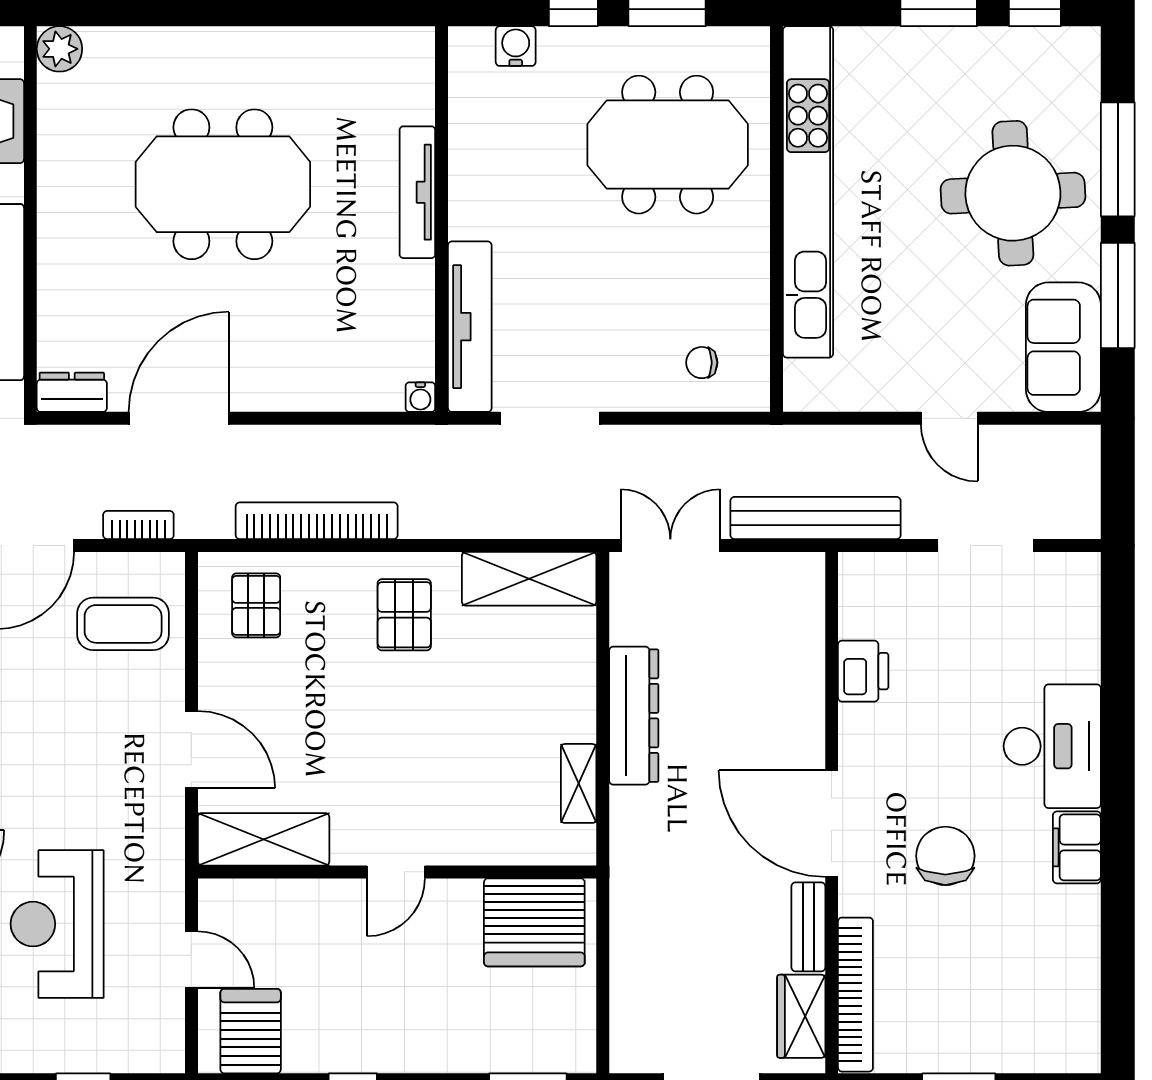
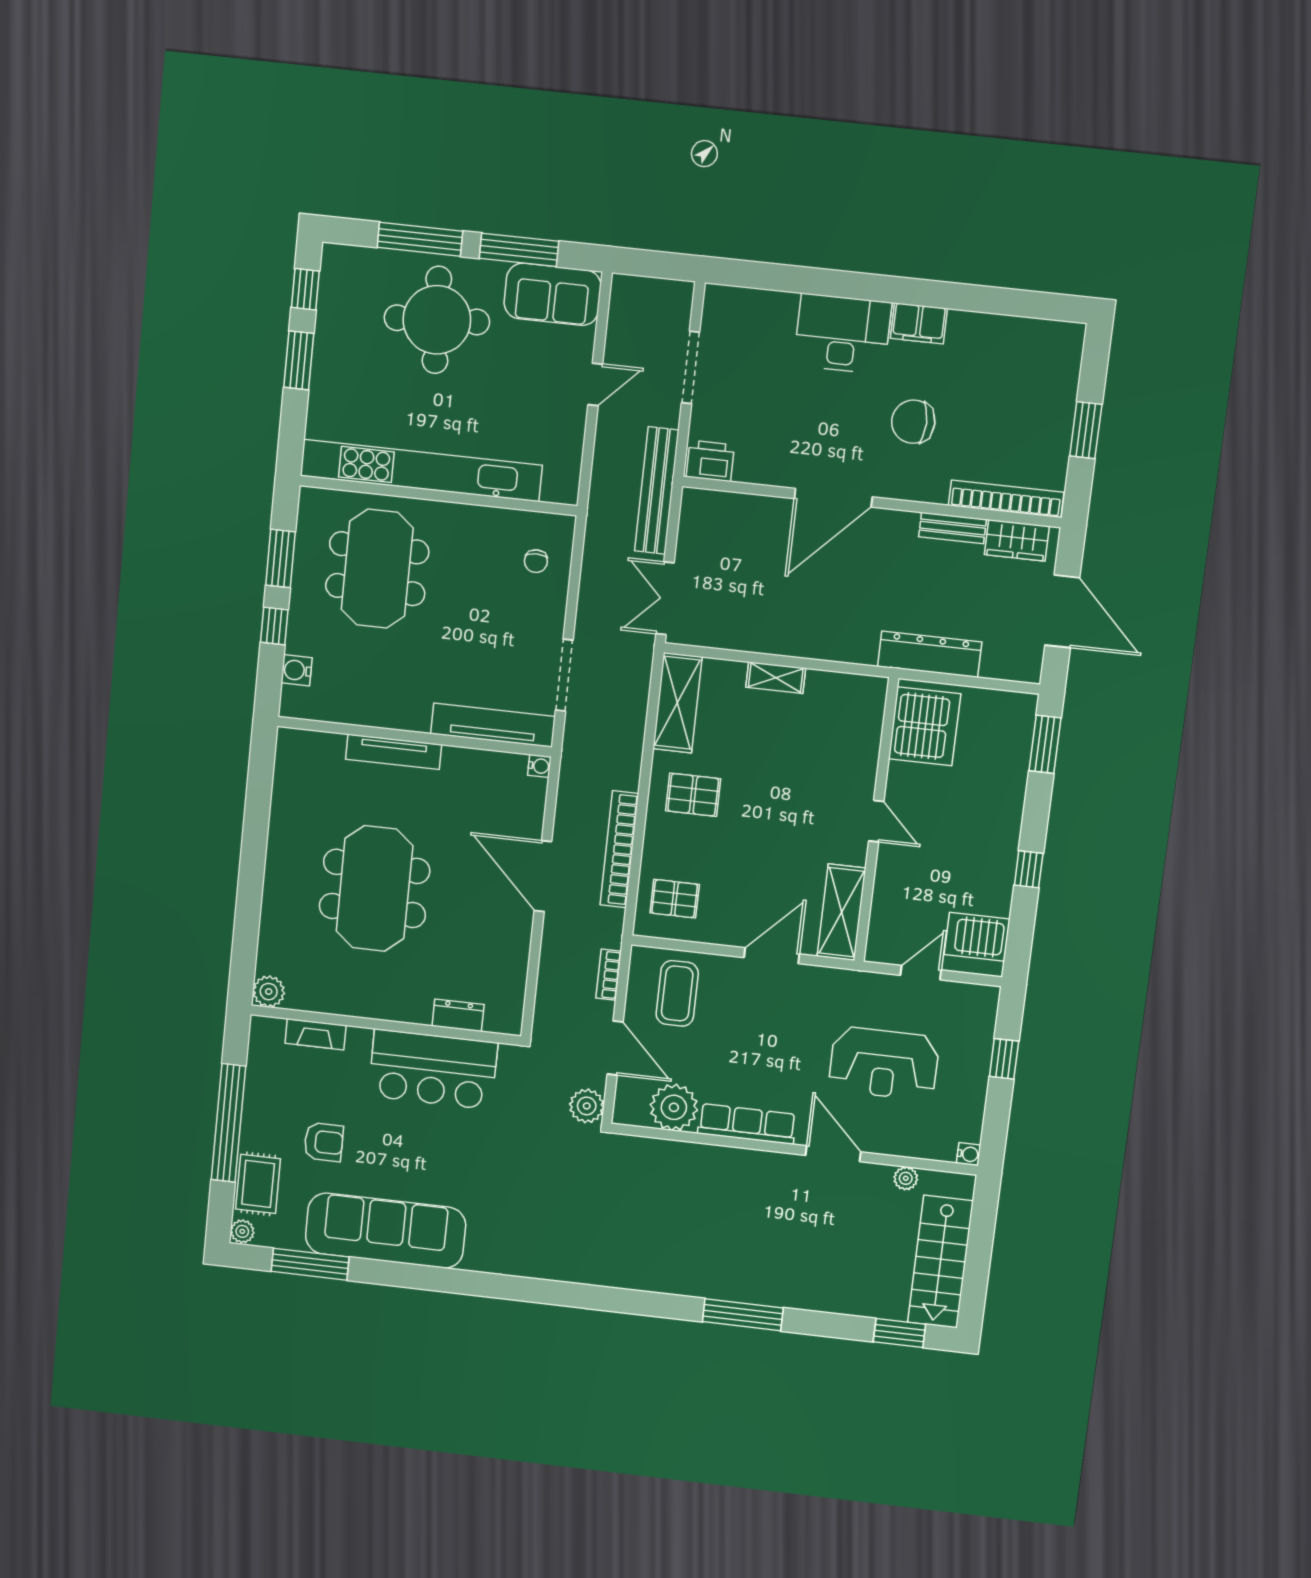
dresser: (72, 392) -> (458, 1015), moved, turned 90
door: (179, 418) -> (543, 876), moved
printer: (863, 671) -> (710, 461), moved
dresser: (634, 716) -> (930, 654), moved
shelving: (579, 783) -> (776, 678), moved
door: (832, 824) -> (833, 498), moved

